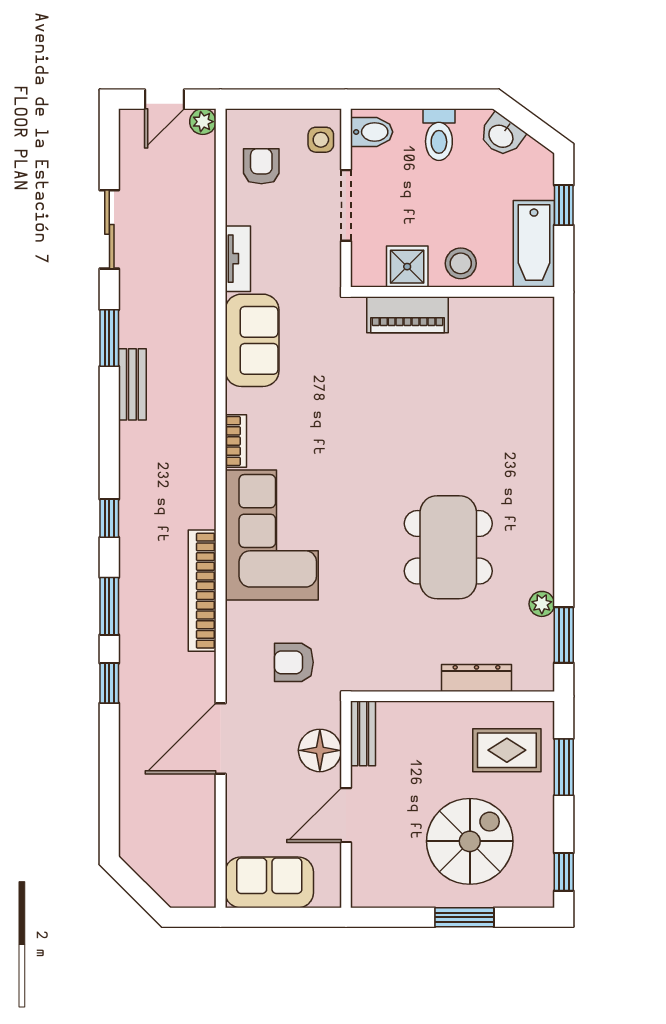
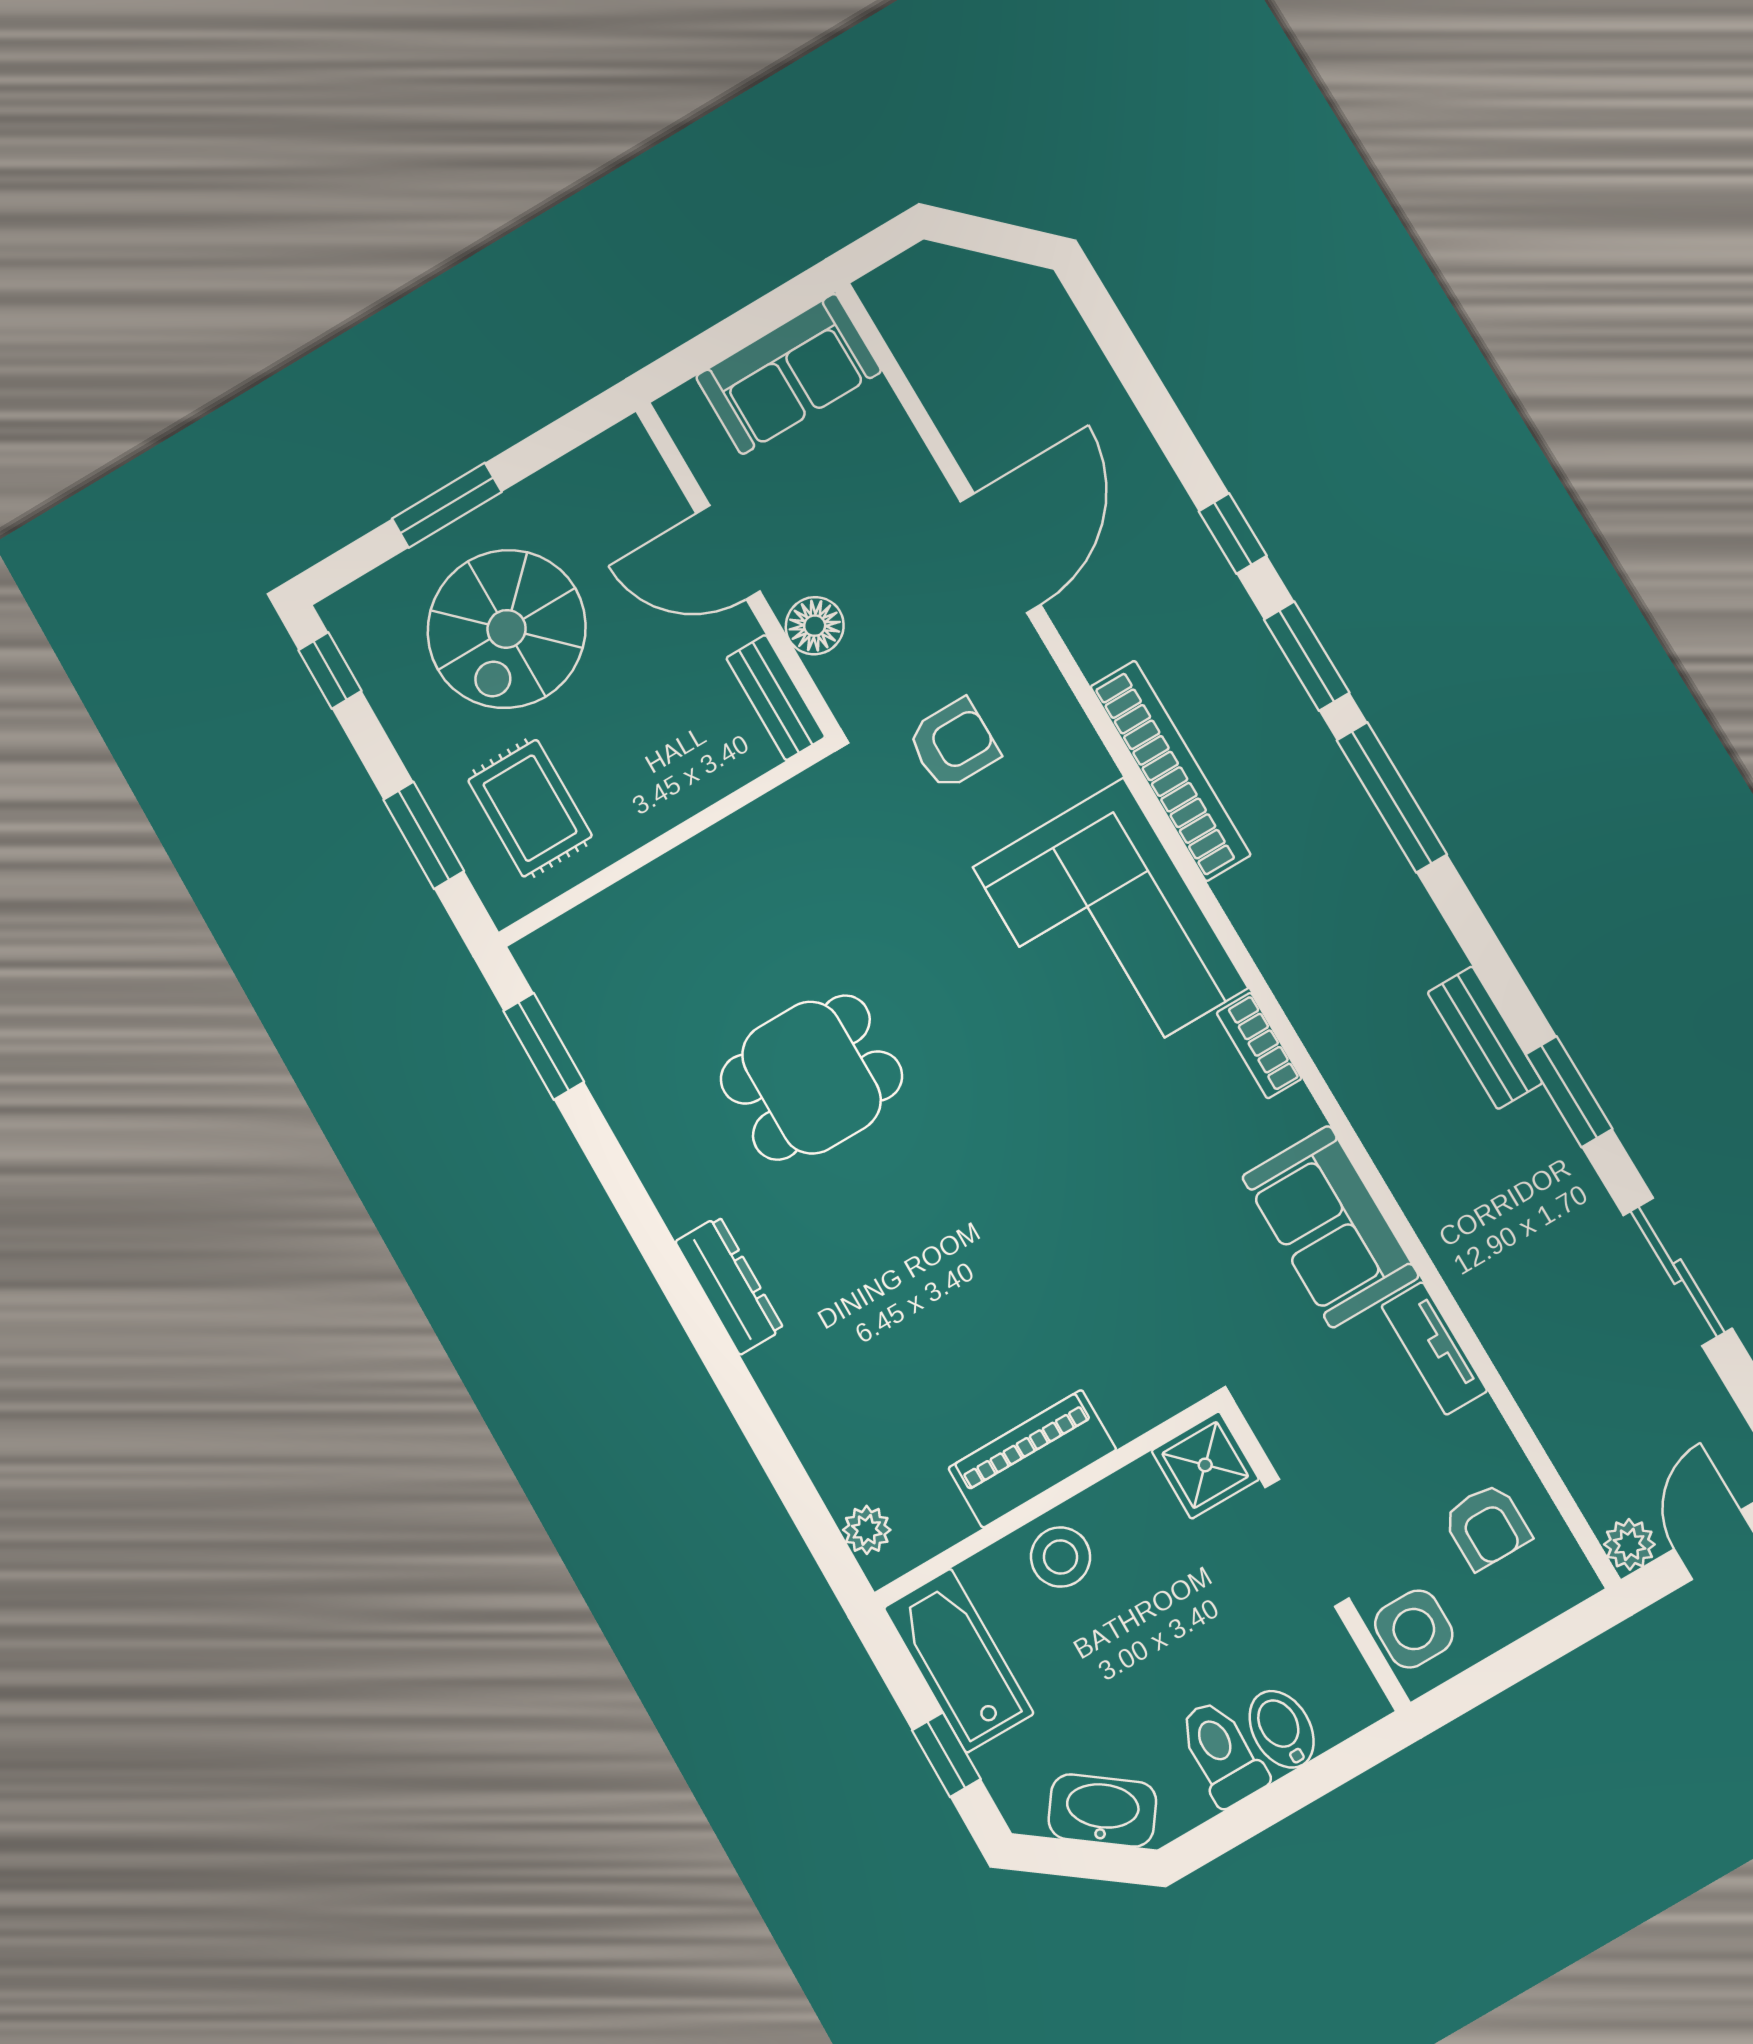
bidet: (372, 132) -> (1282, 1729), moved, turned 90
washbasin: (502, 135) -> (1102, 1810), width x1.38
side table: (321, 140) -> (1414, 1629), width x1.37, depth x1.37
shower: (407, 267) -> (1205, 1465), moved
piano: (408, 315) -> (1032, 1459), moved
window: (109, 518) -> (1392, 797), width x2.17
dining table: (448, 547) -> (811, 1078), width x0.73
plant: (542, 604) -> (867, 1530), moved
dresser: (476, 678) -> (729, 1285), moved, turned -90
floor lamp: (320, 750) -> (815, 626), width x0.73, depth x0.73
rug: (507, 750) -> (530, 808), turned 90
door: (346, 815) -> (728, 552), swing flipped

